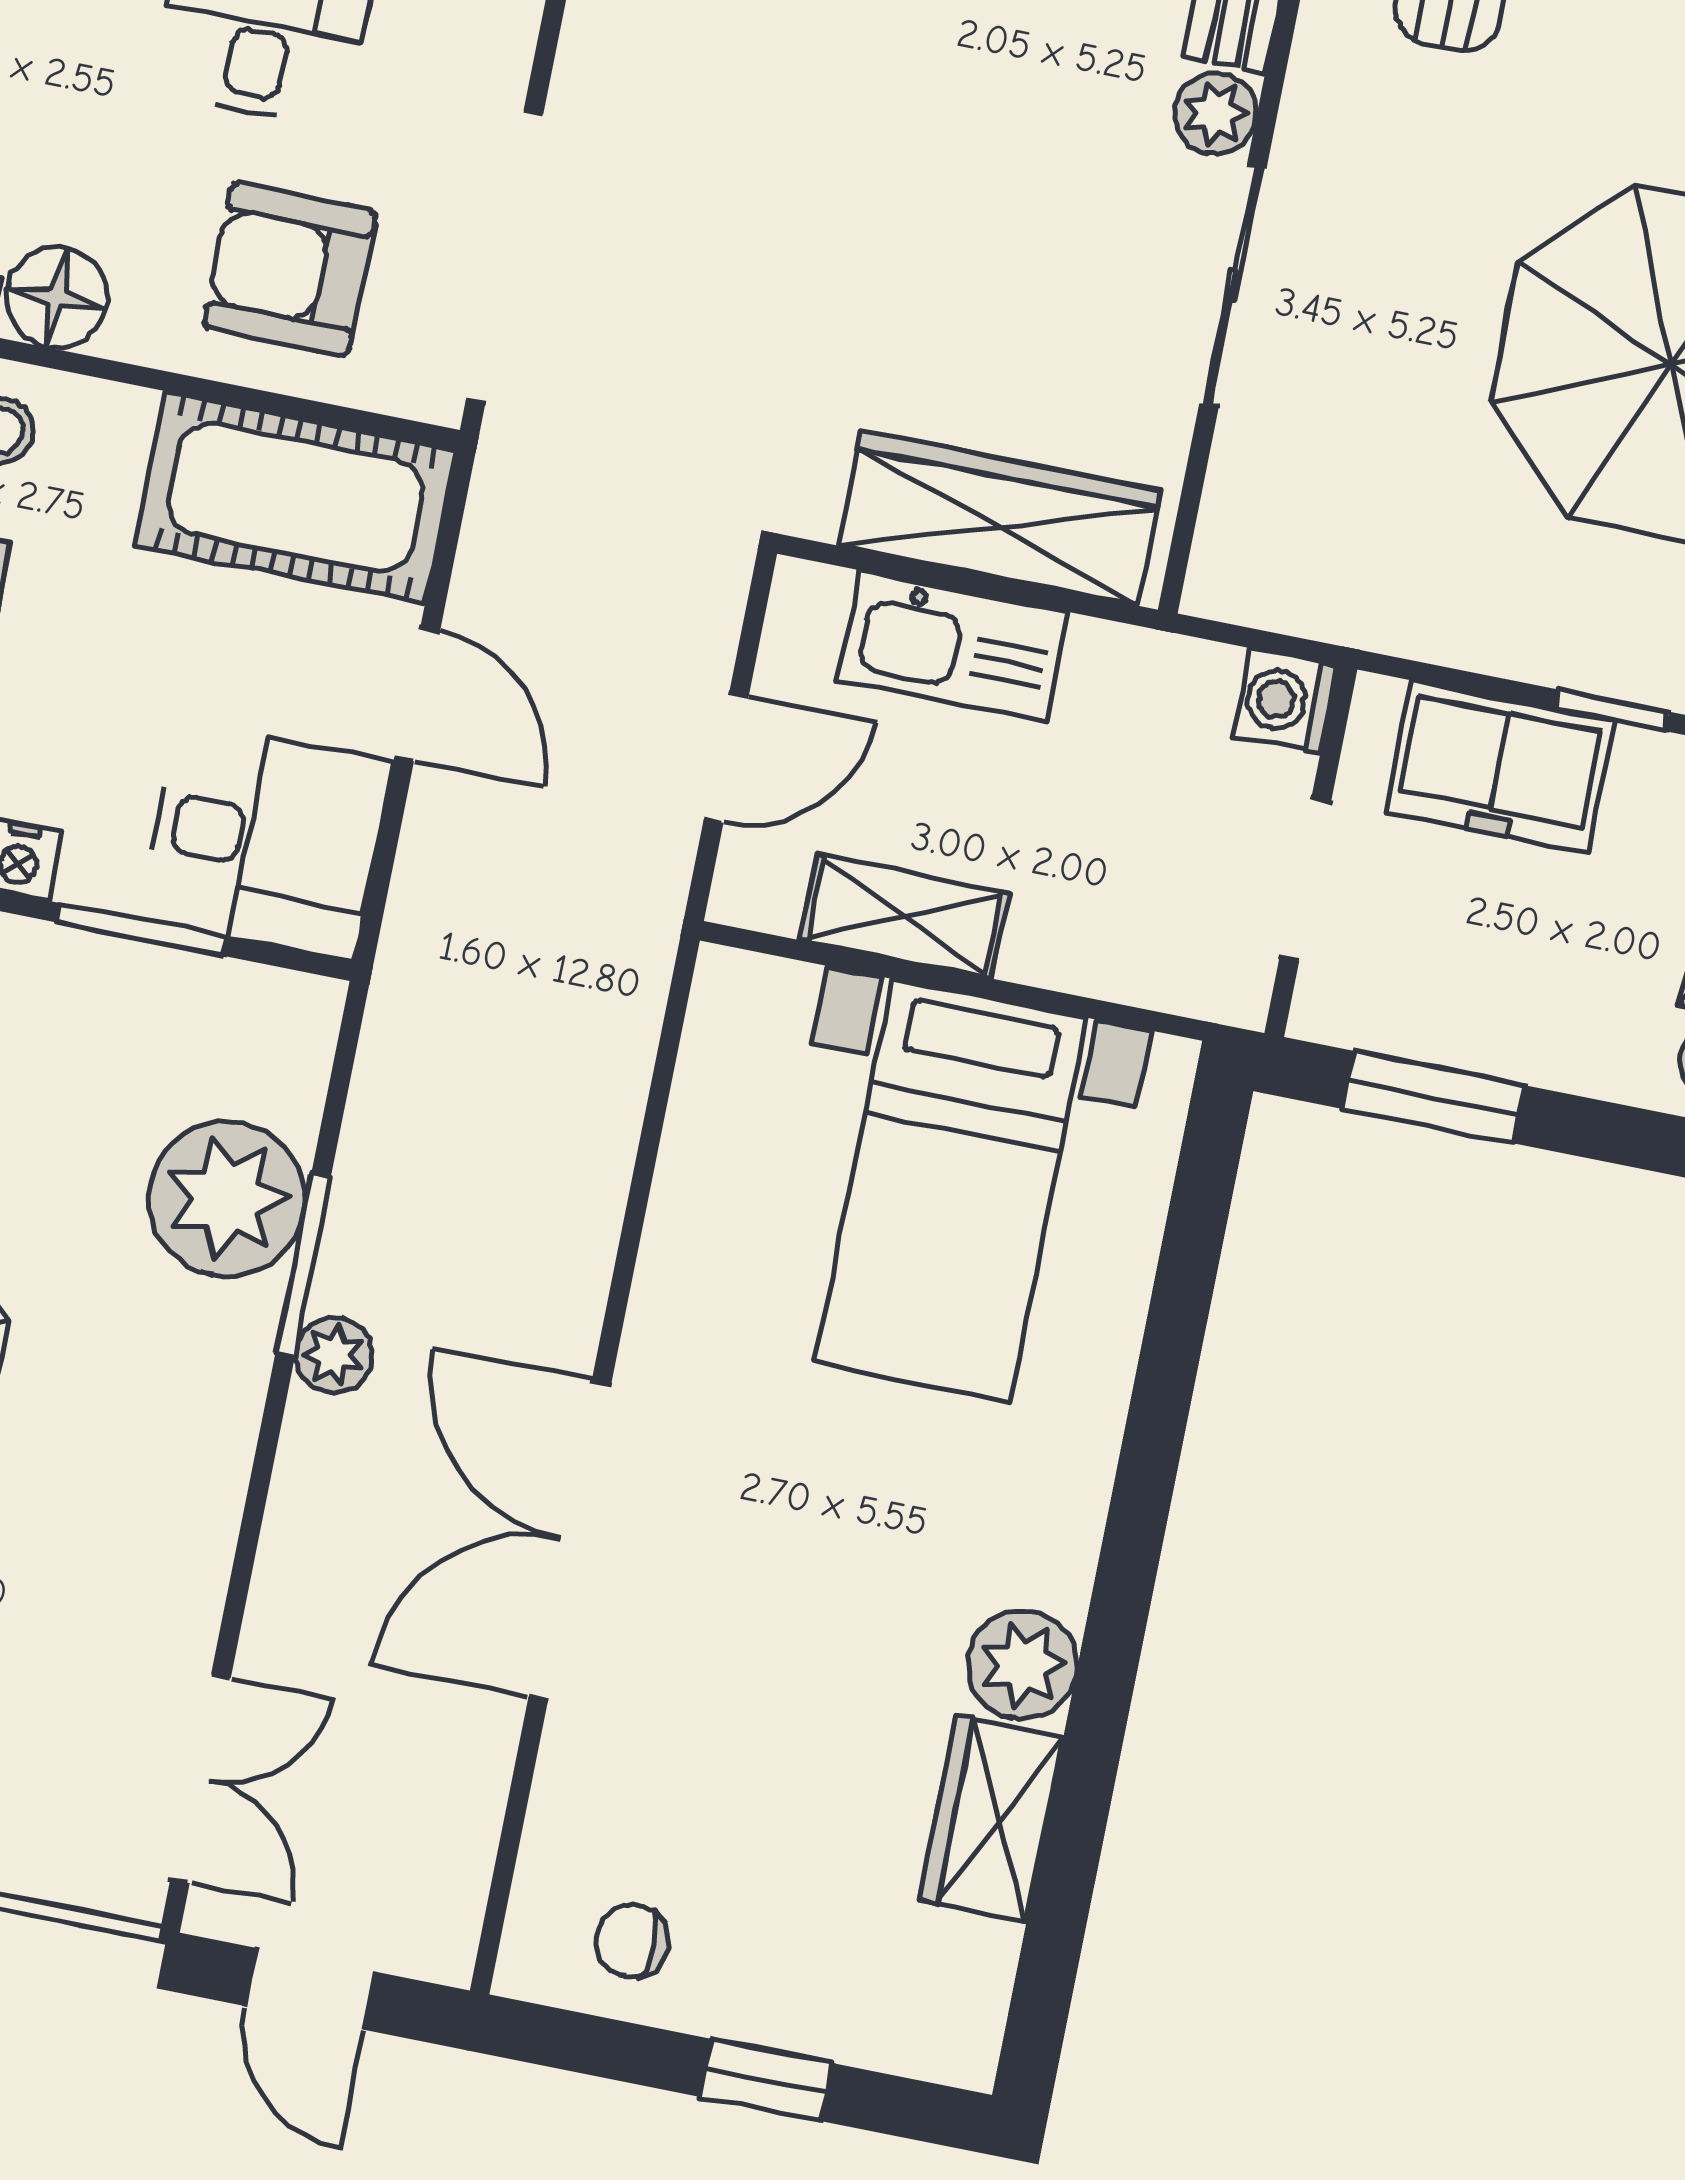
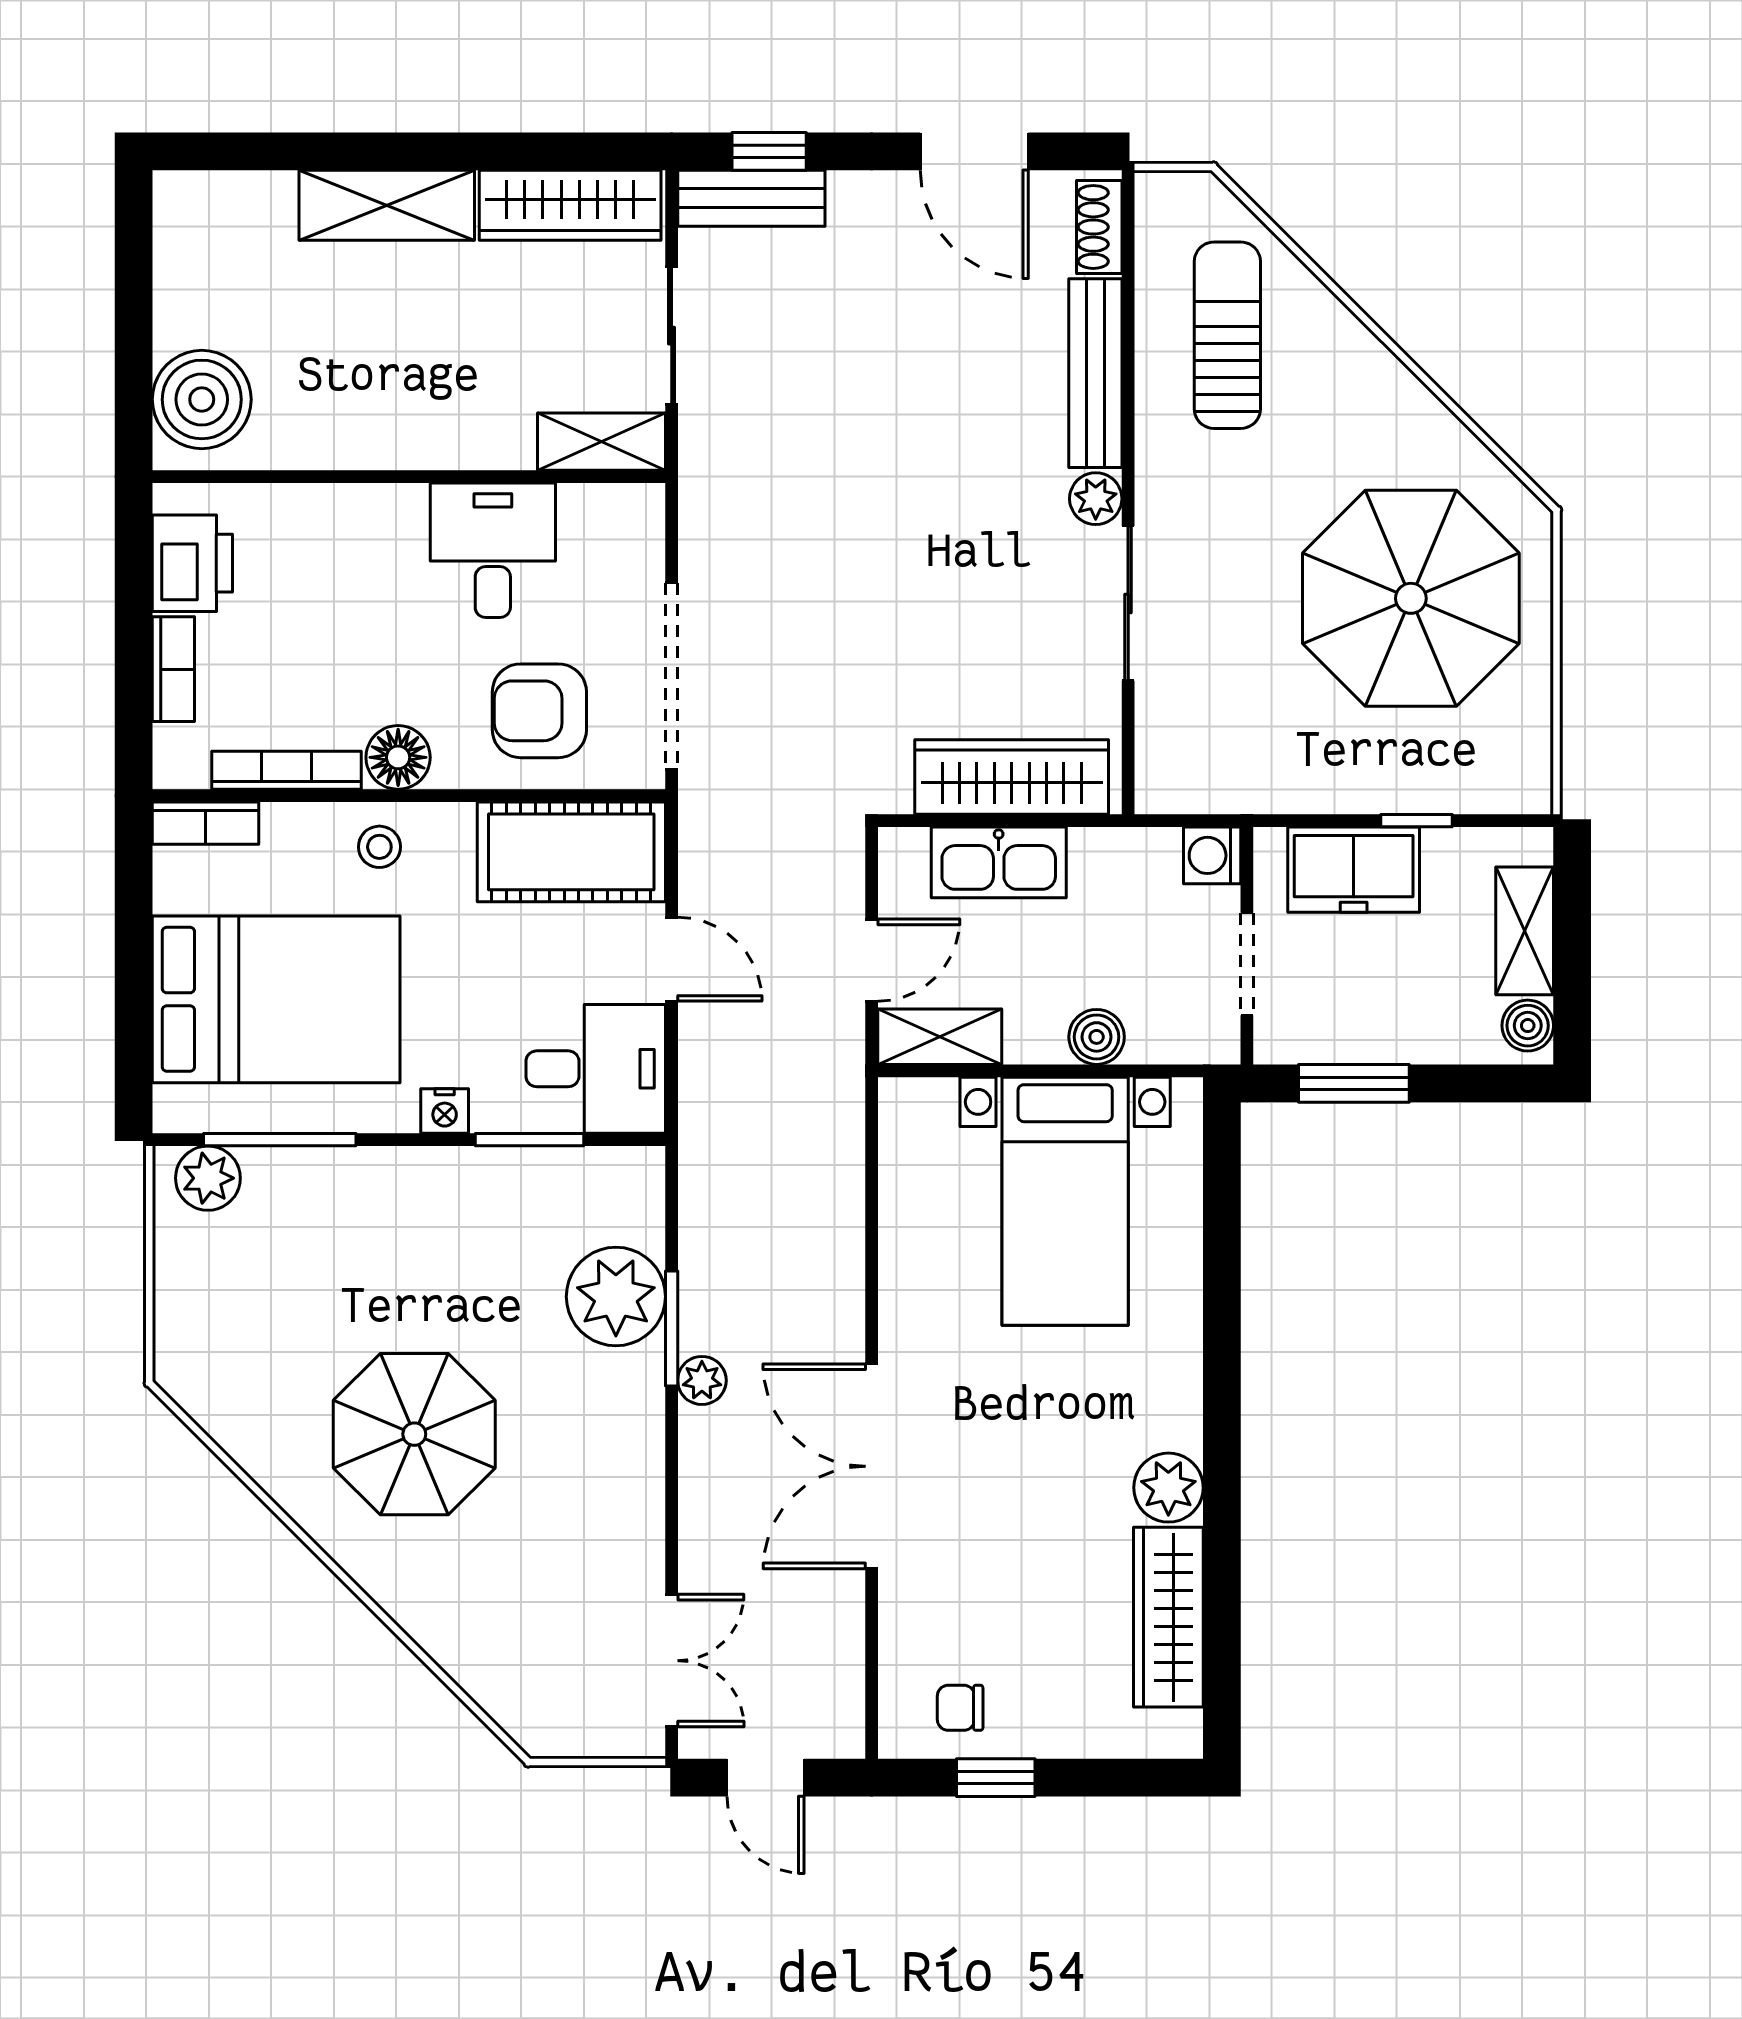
shelving: (904, 916) -> (940, 1037), moved
boiler: (1050, 946) -> (1097, 1037), added
wardrobe: (991, 1819) -> (1168, 1617), width x1.50
window: (766, 2080) -> (996, 1778), moved

